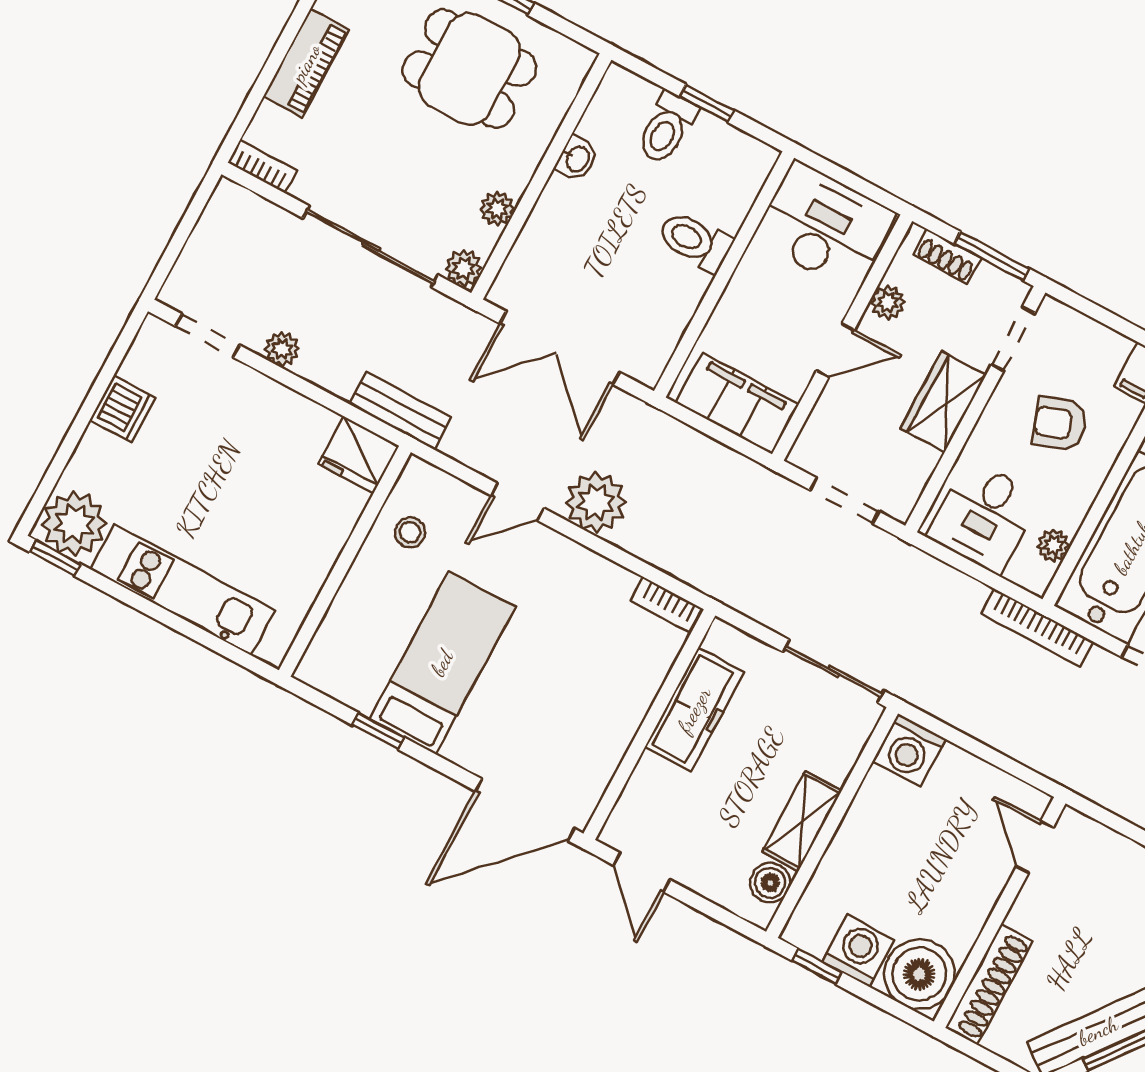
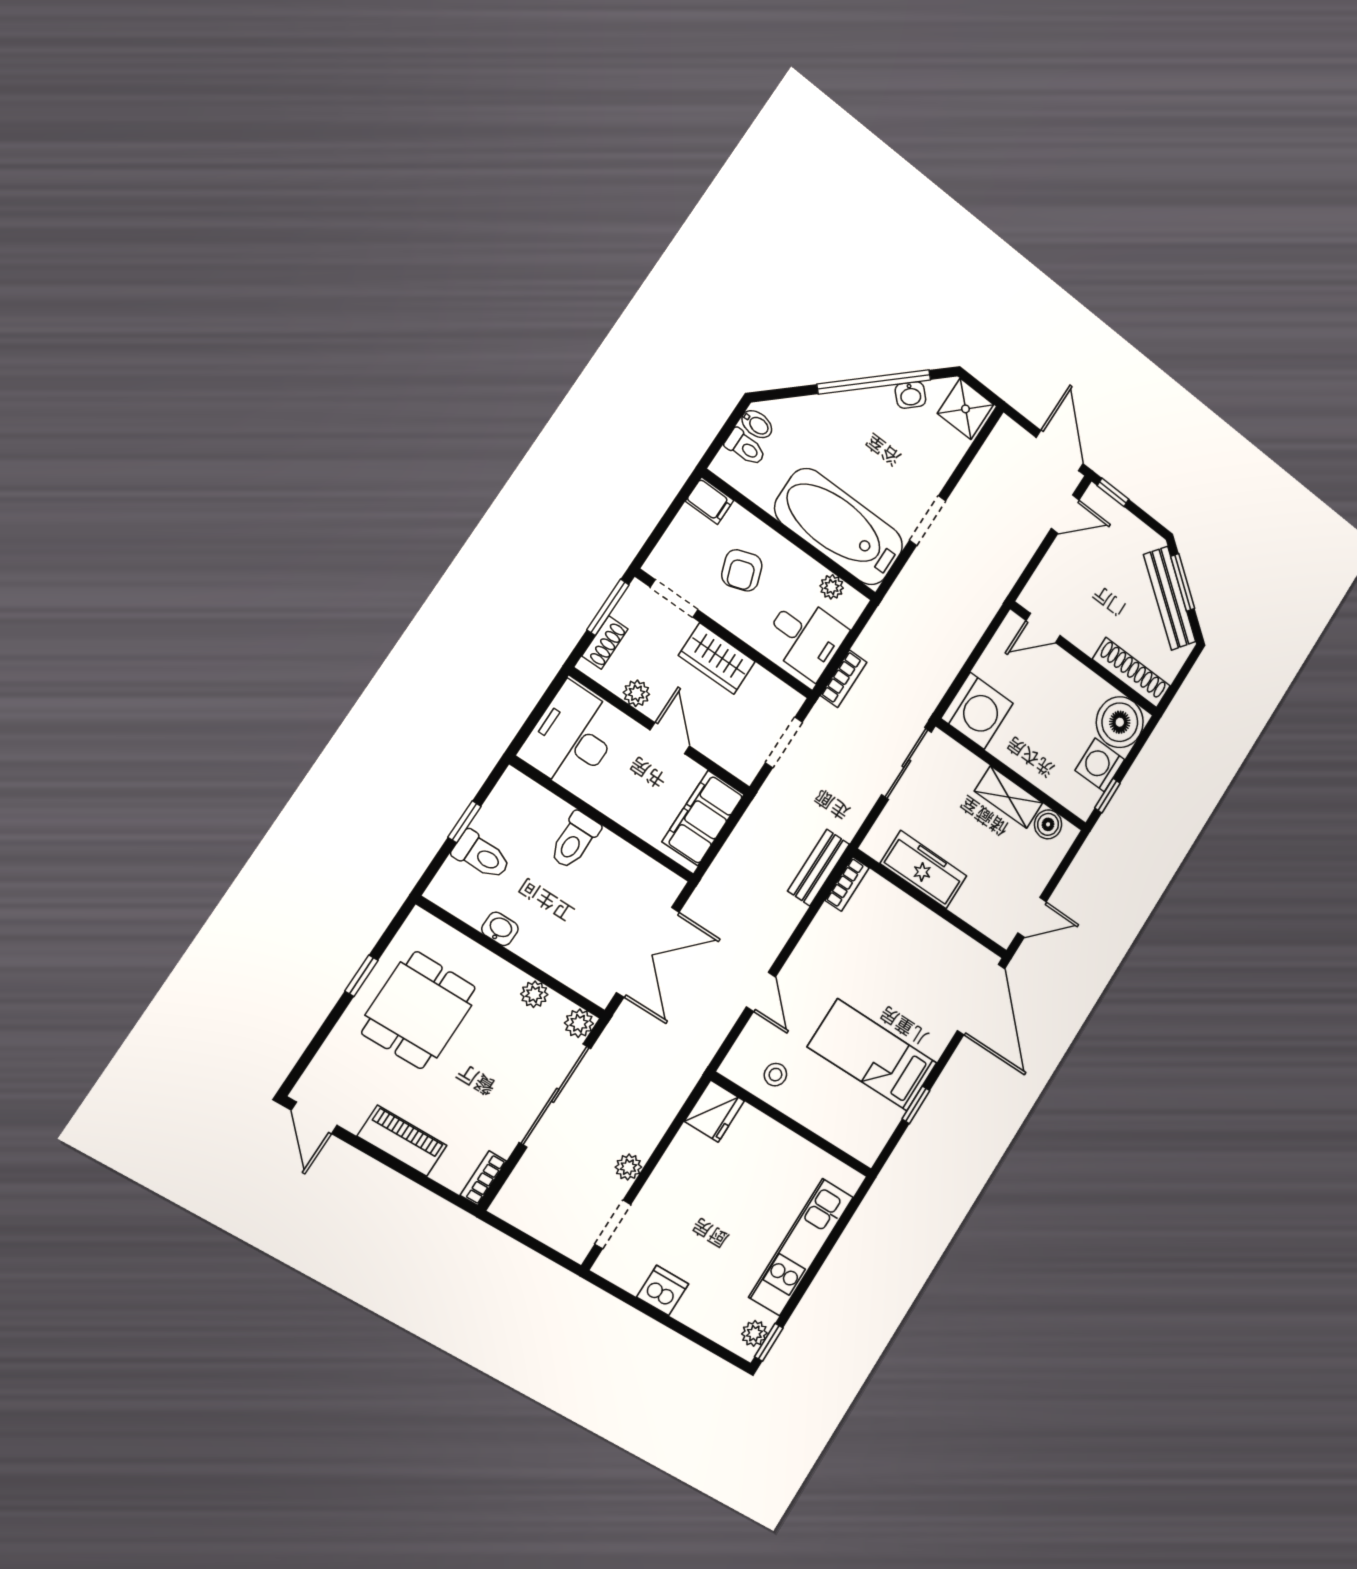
bench: (400, 411) -> (818, 868), moved
plant: (596, 502) -> (767, 932), removed
plant: (74, 524) -> (754, 1333), width x0.53, depth x0.53
bookcase: (1037, 628) -> (843, 679), moved, width x0.64
washing machine: (909, 750) -> (977, 711), width x1.37, depth x1.37

